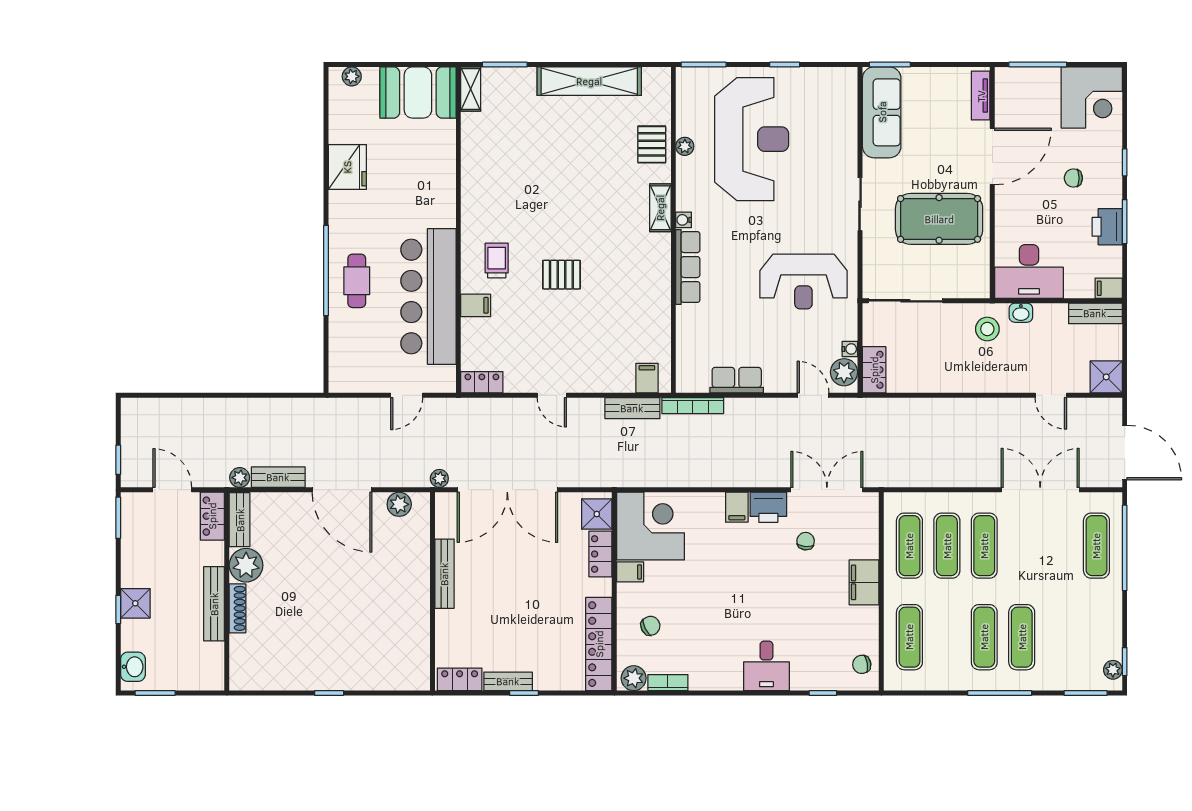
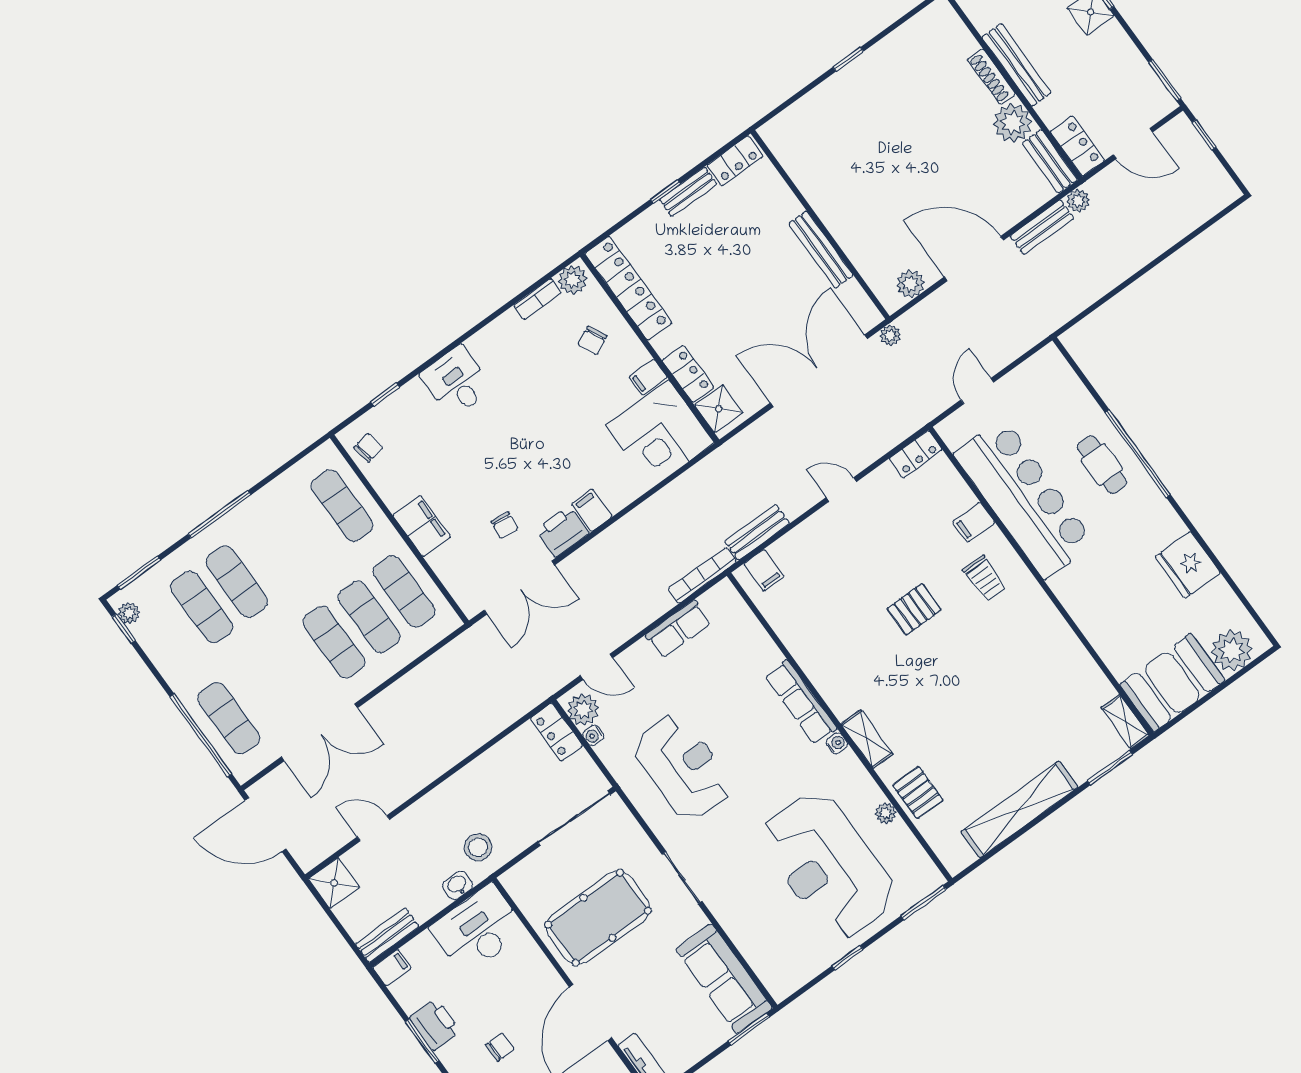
plant: (352, 76) -> (1232, 651), width x1.88, depth x1.88
reception desk: (803, 282) -> (683, 767), turned 90
exercise mat: (984, 637) -> (202, 607), moved

